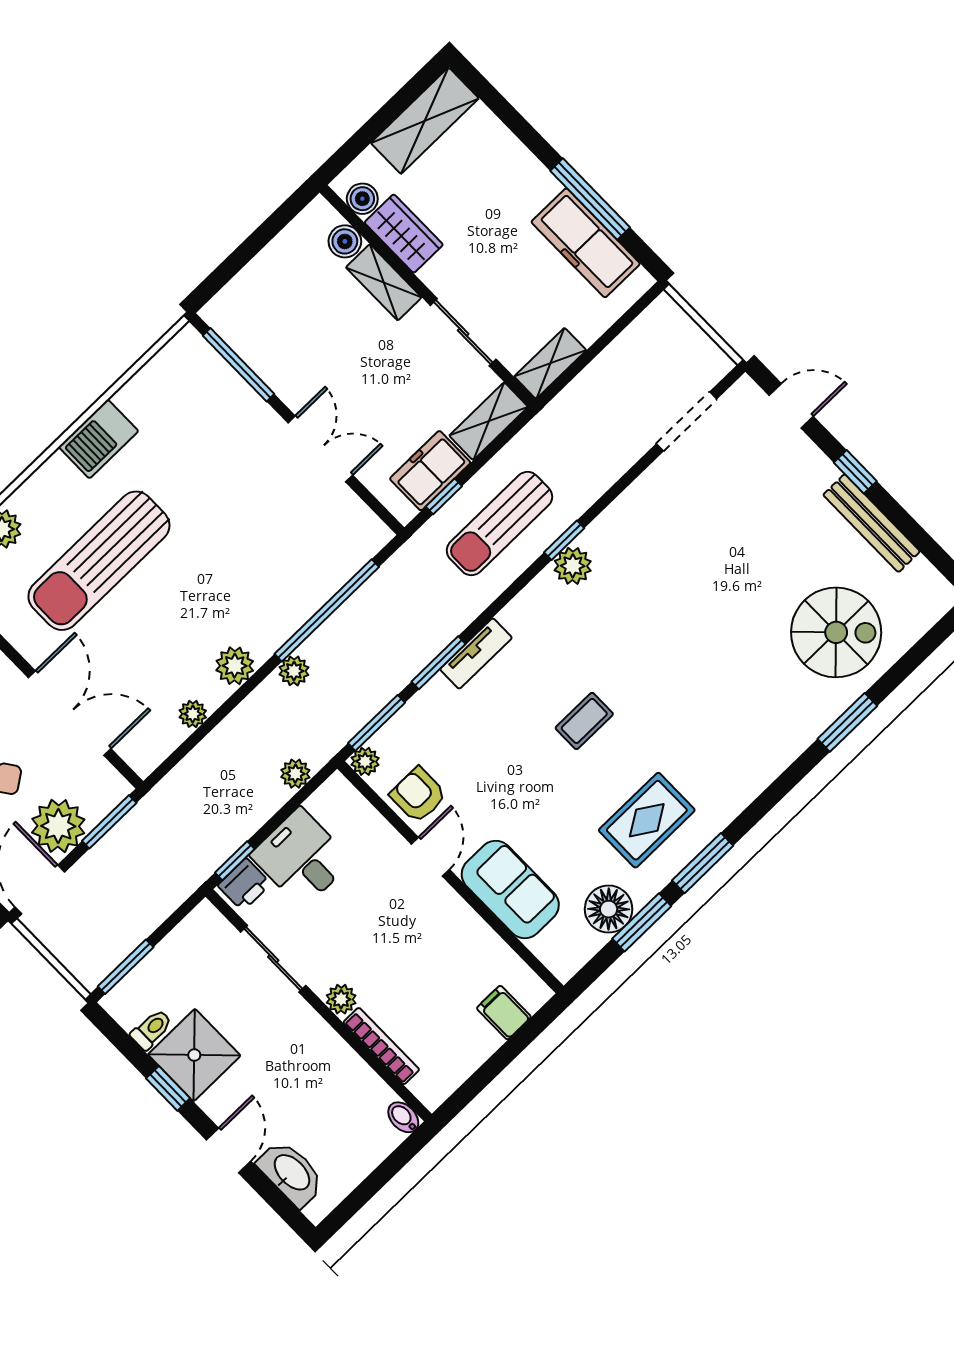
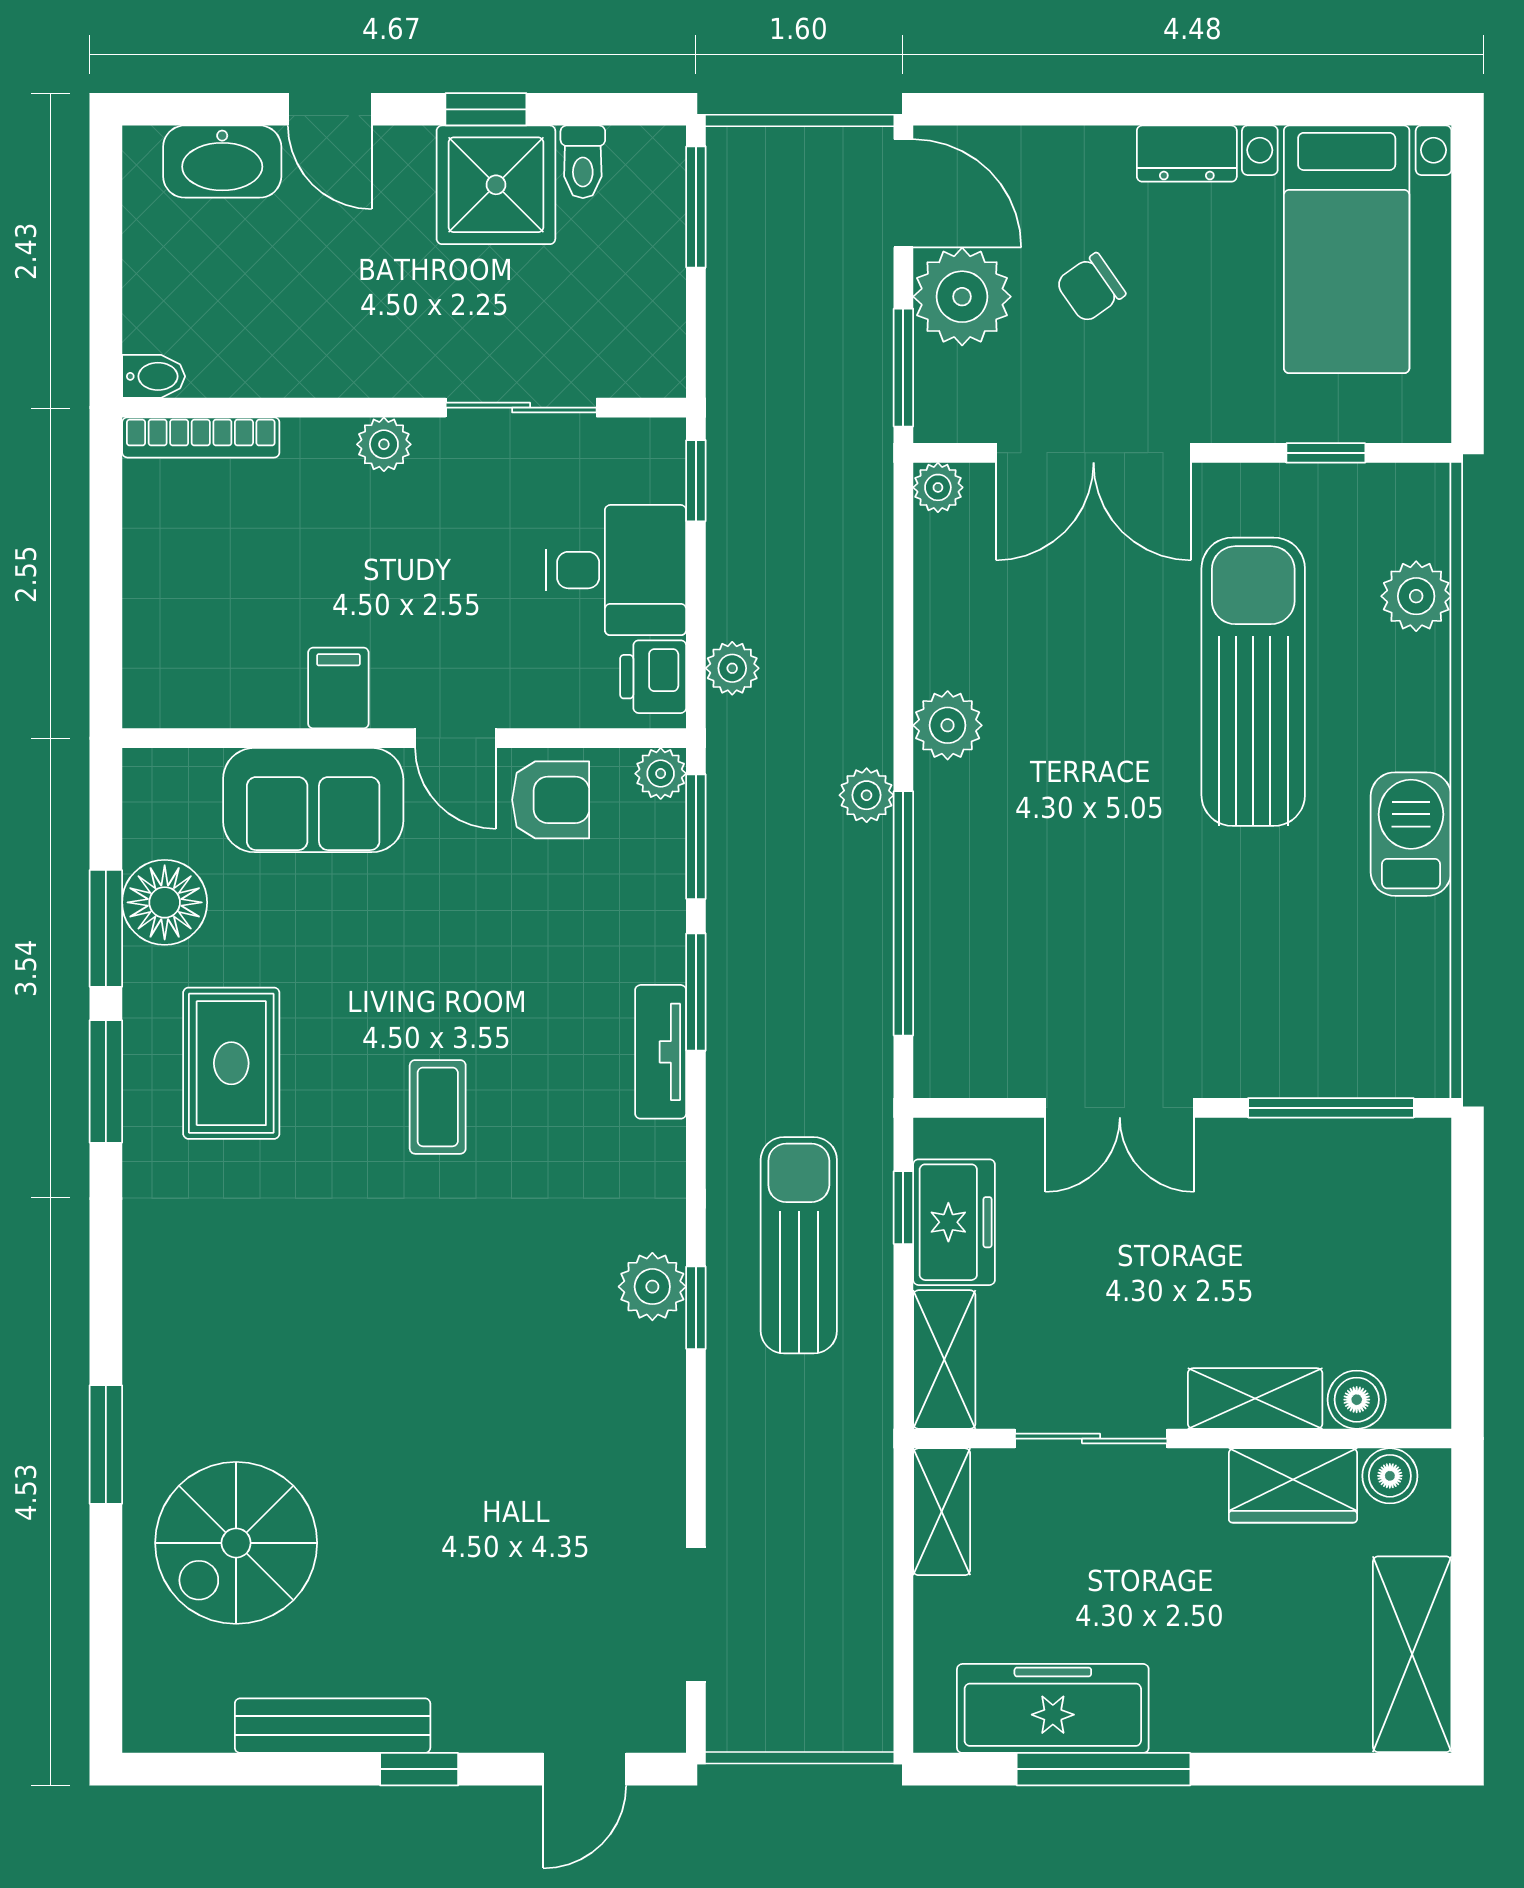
plant: (193, 714) -> (938, 487), moved
printer: (244, 884) -> (653, 677), moved
filing cabinet: (504, 1013) -> (338, 688), moved, turned -90
bookcase: (381, 1046) -> (201, 437), moved

